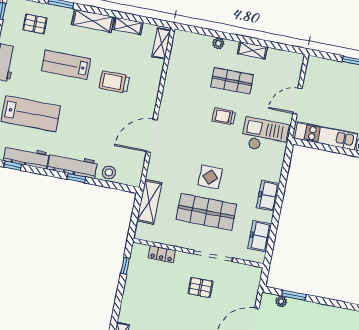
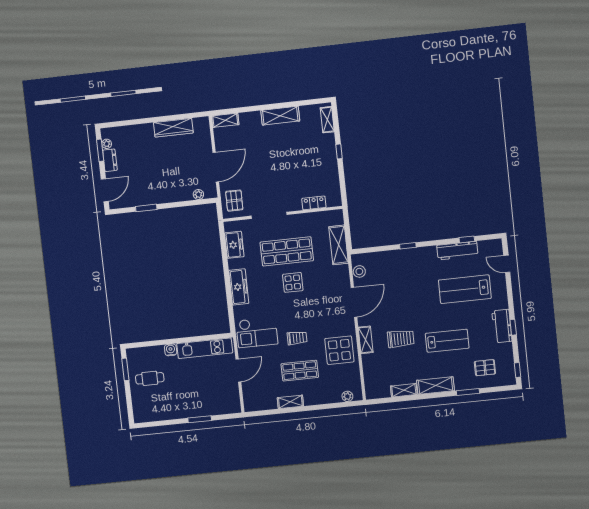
shelving: (161, 43) -> (366, 340), moved
plant: (218, 43) -> (347, 396), moved
display table: (183, 90) -> (339, 350), added
workbench: (73, 165) -> (415, 256), removed
stool: (109, 172) -> (359, 271), moved
freezer: (268, 196) -> (239, 287), width x1.40
window: (125, 266) -> (339, 151), moved
pallet: (200, 287) -> (234, 201), moved, turned 90
window: (294, 295) -> (146, 208), moved

